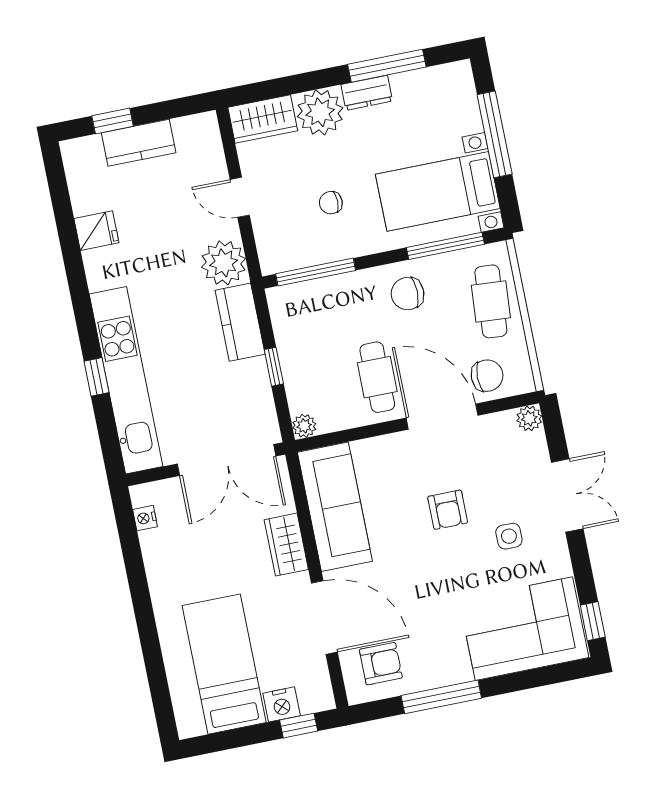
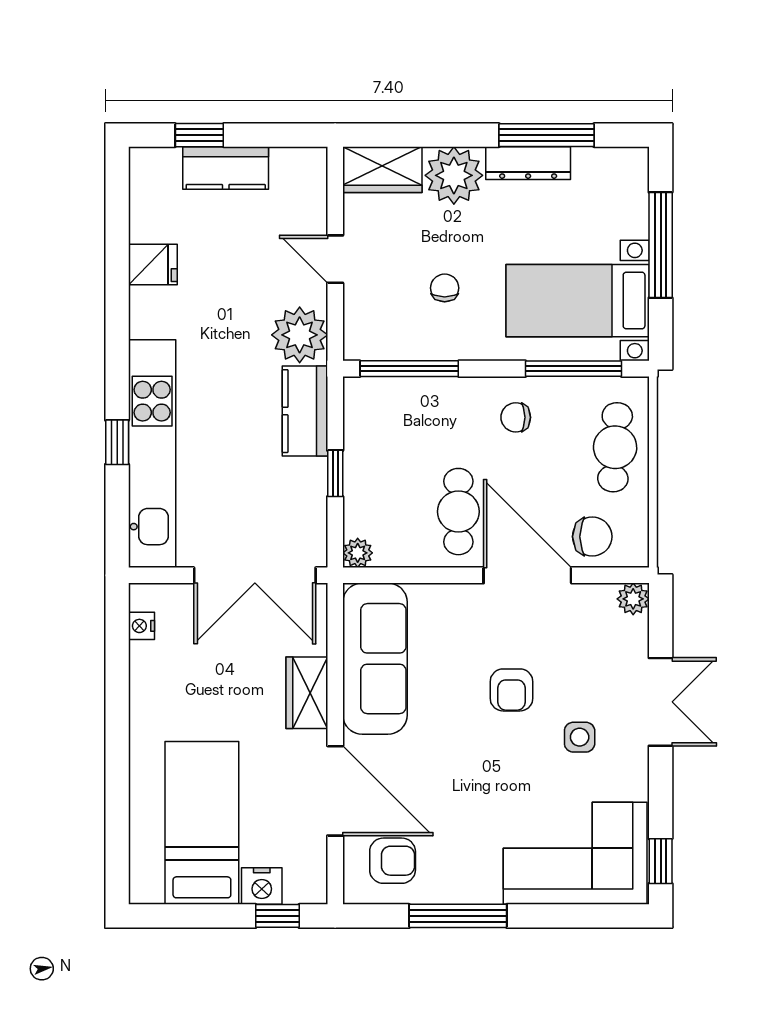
dresser: (367, 93) -> (528, 163), width x1.44
chair: (331, 203) -> (445, 288), turned 90
chair: (408, 294) -> (516, 417), width x0.73, depth x0.73

